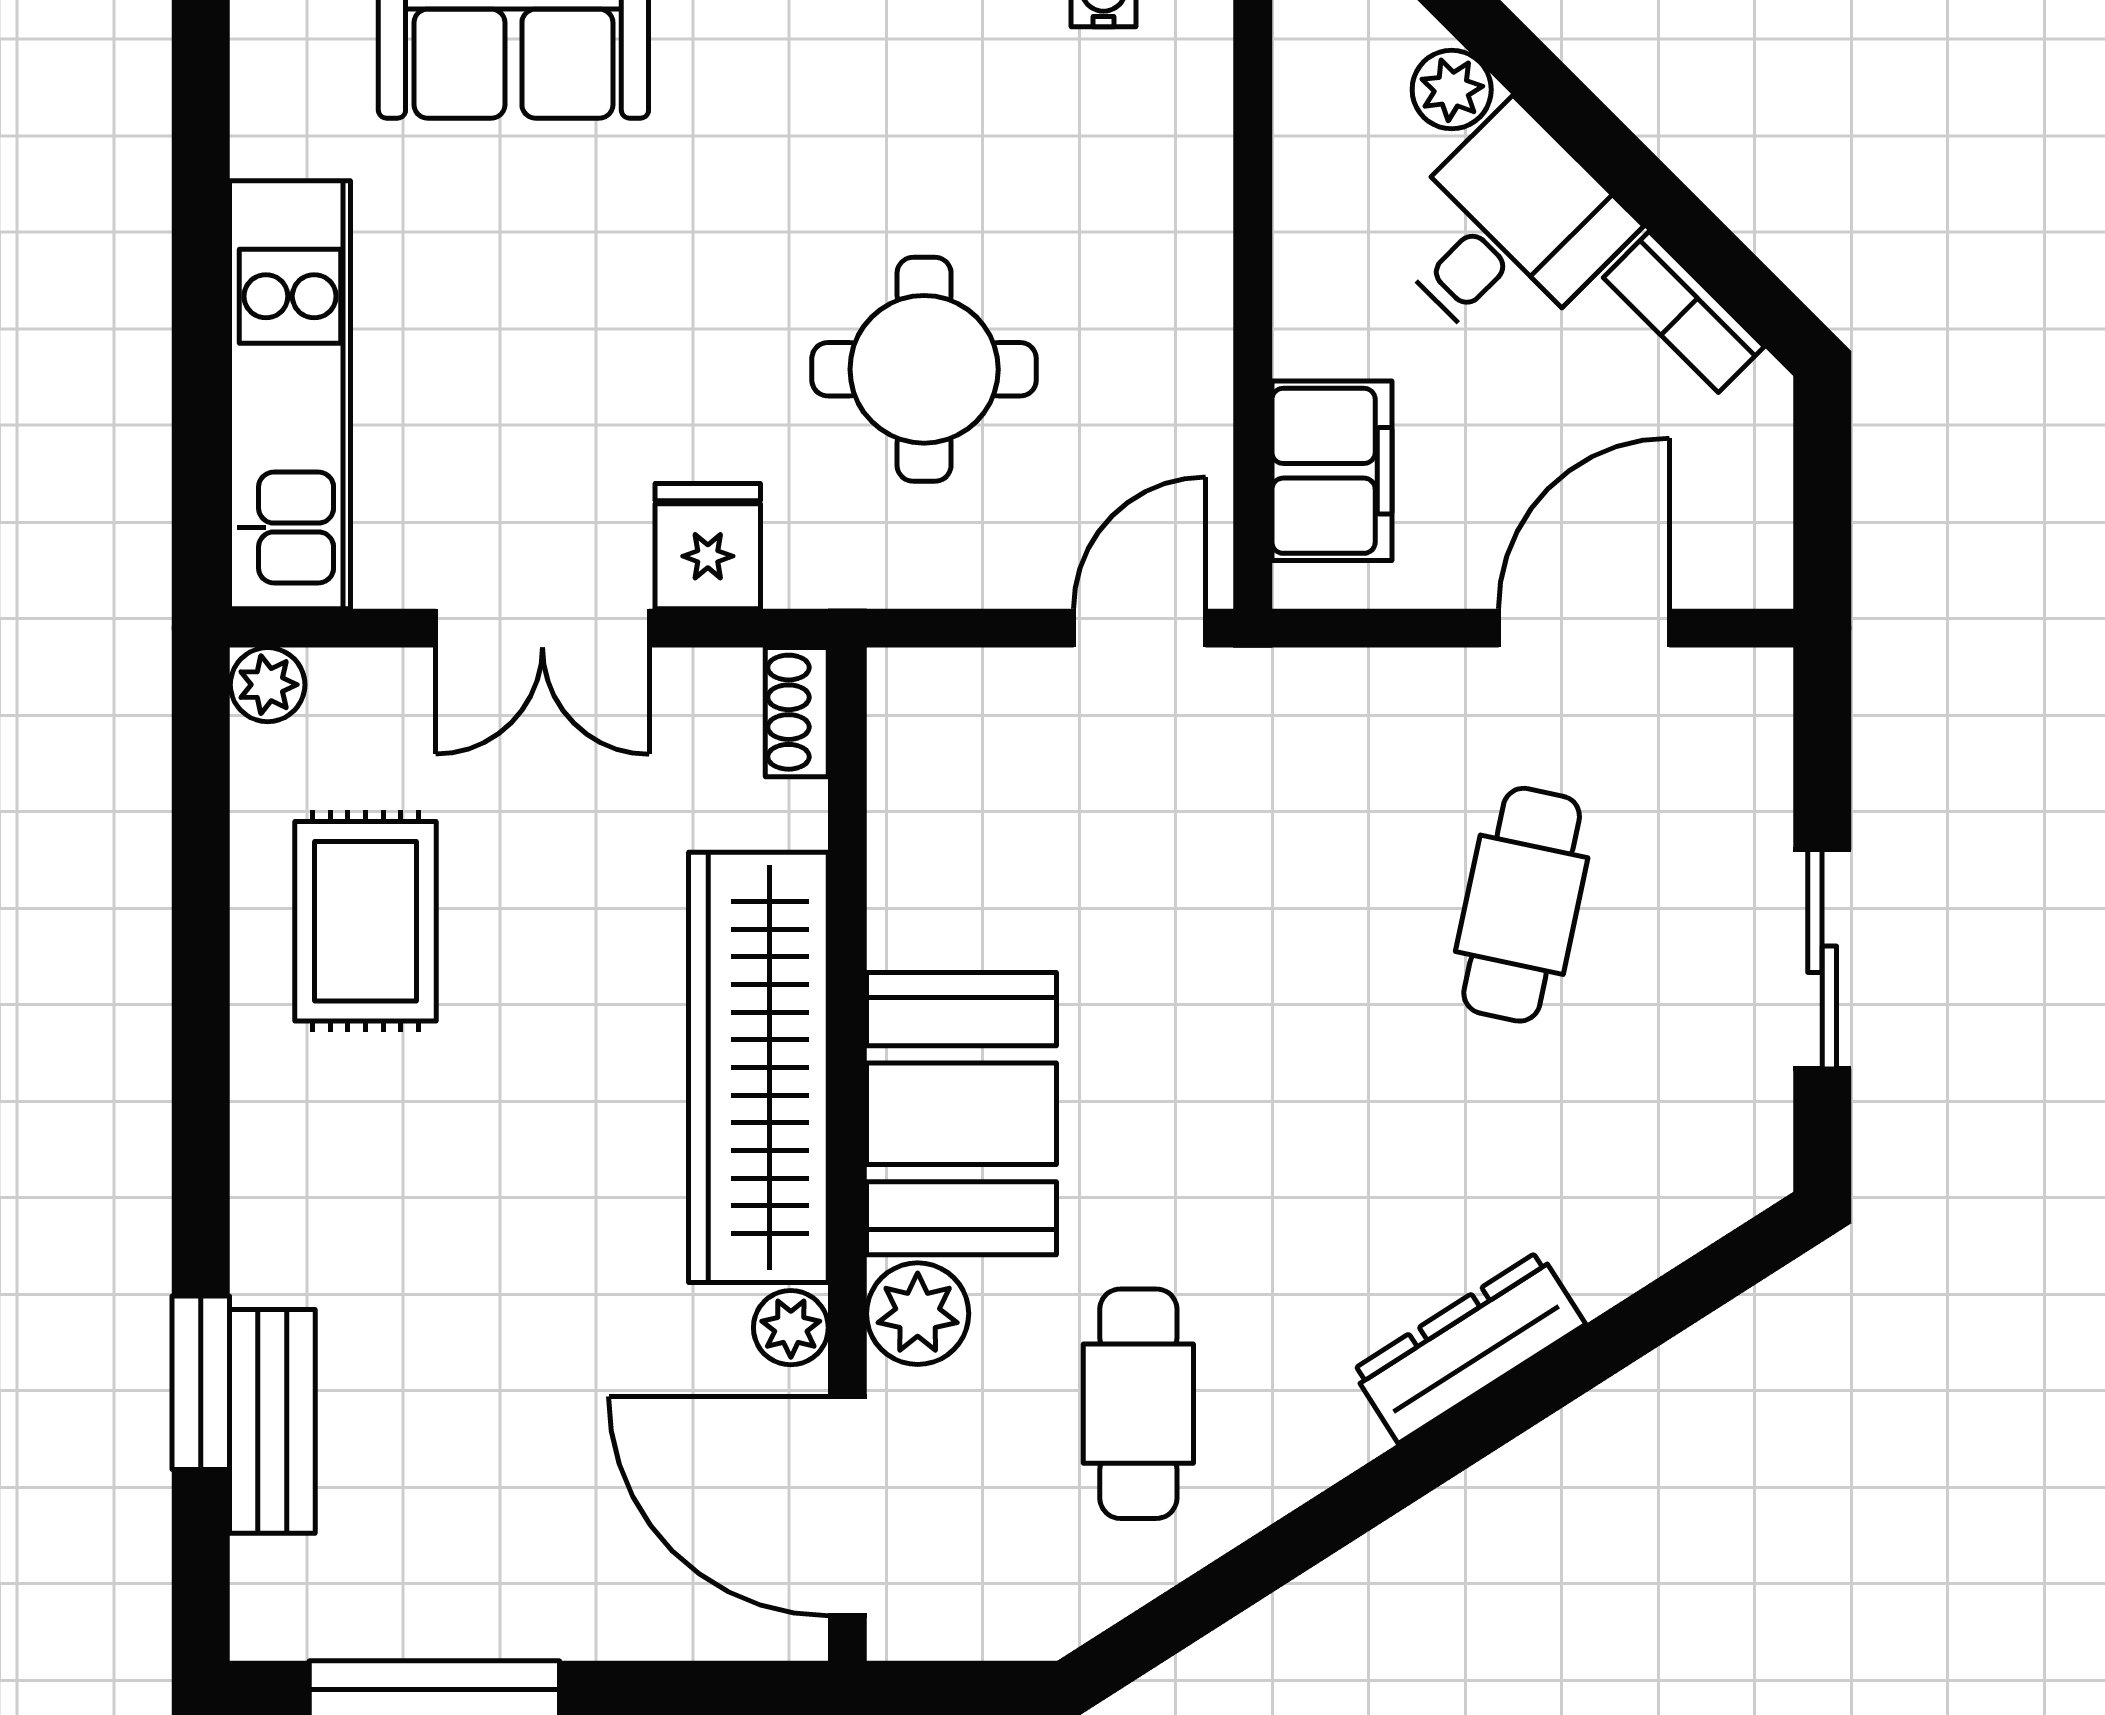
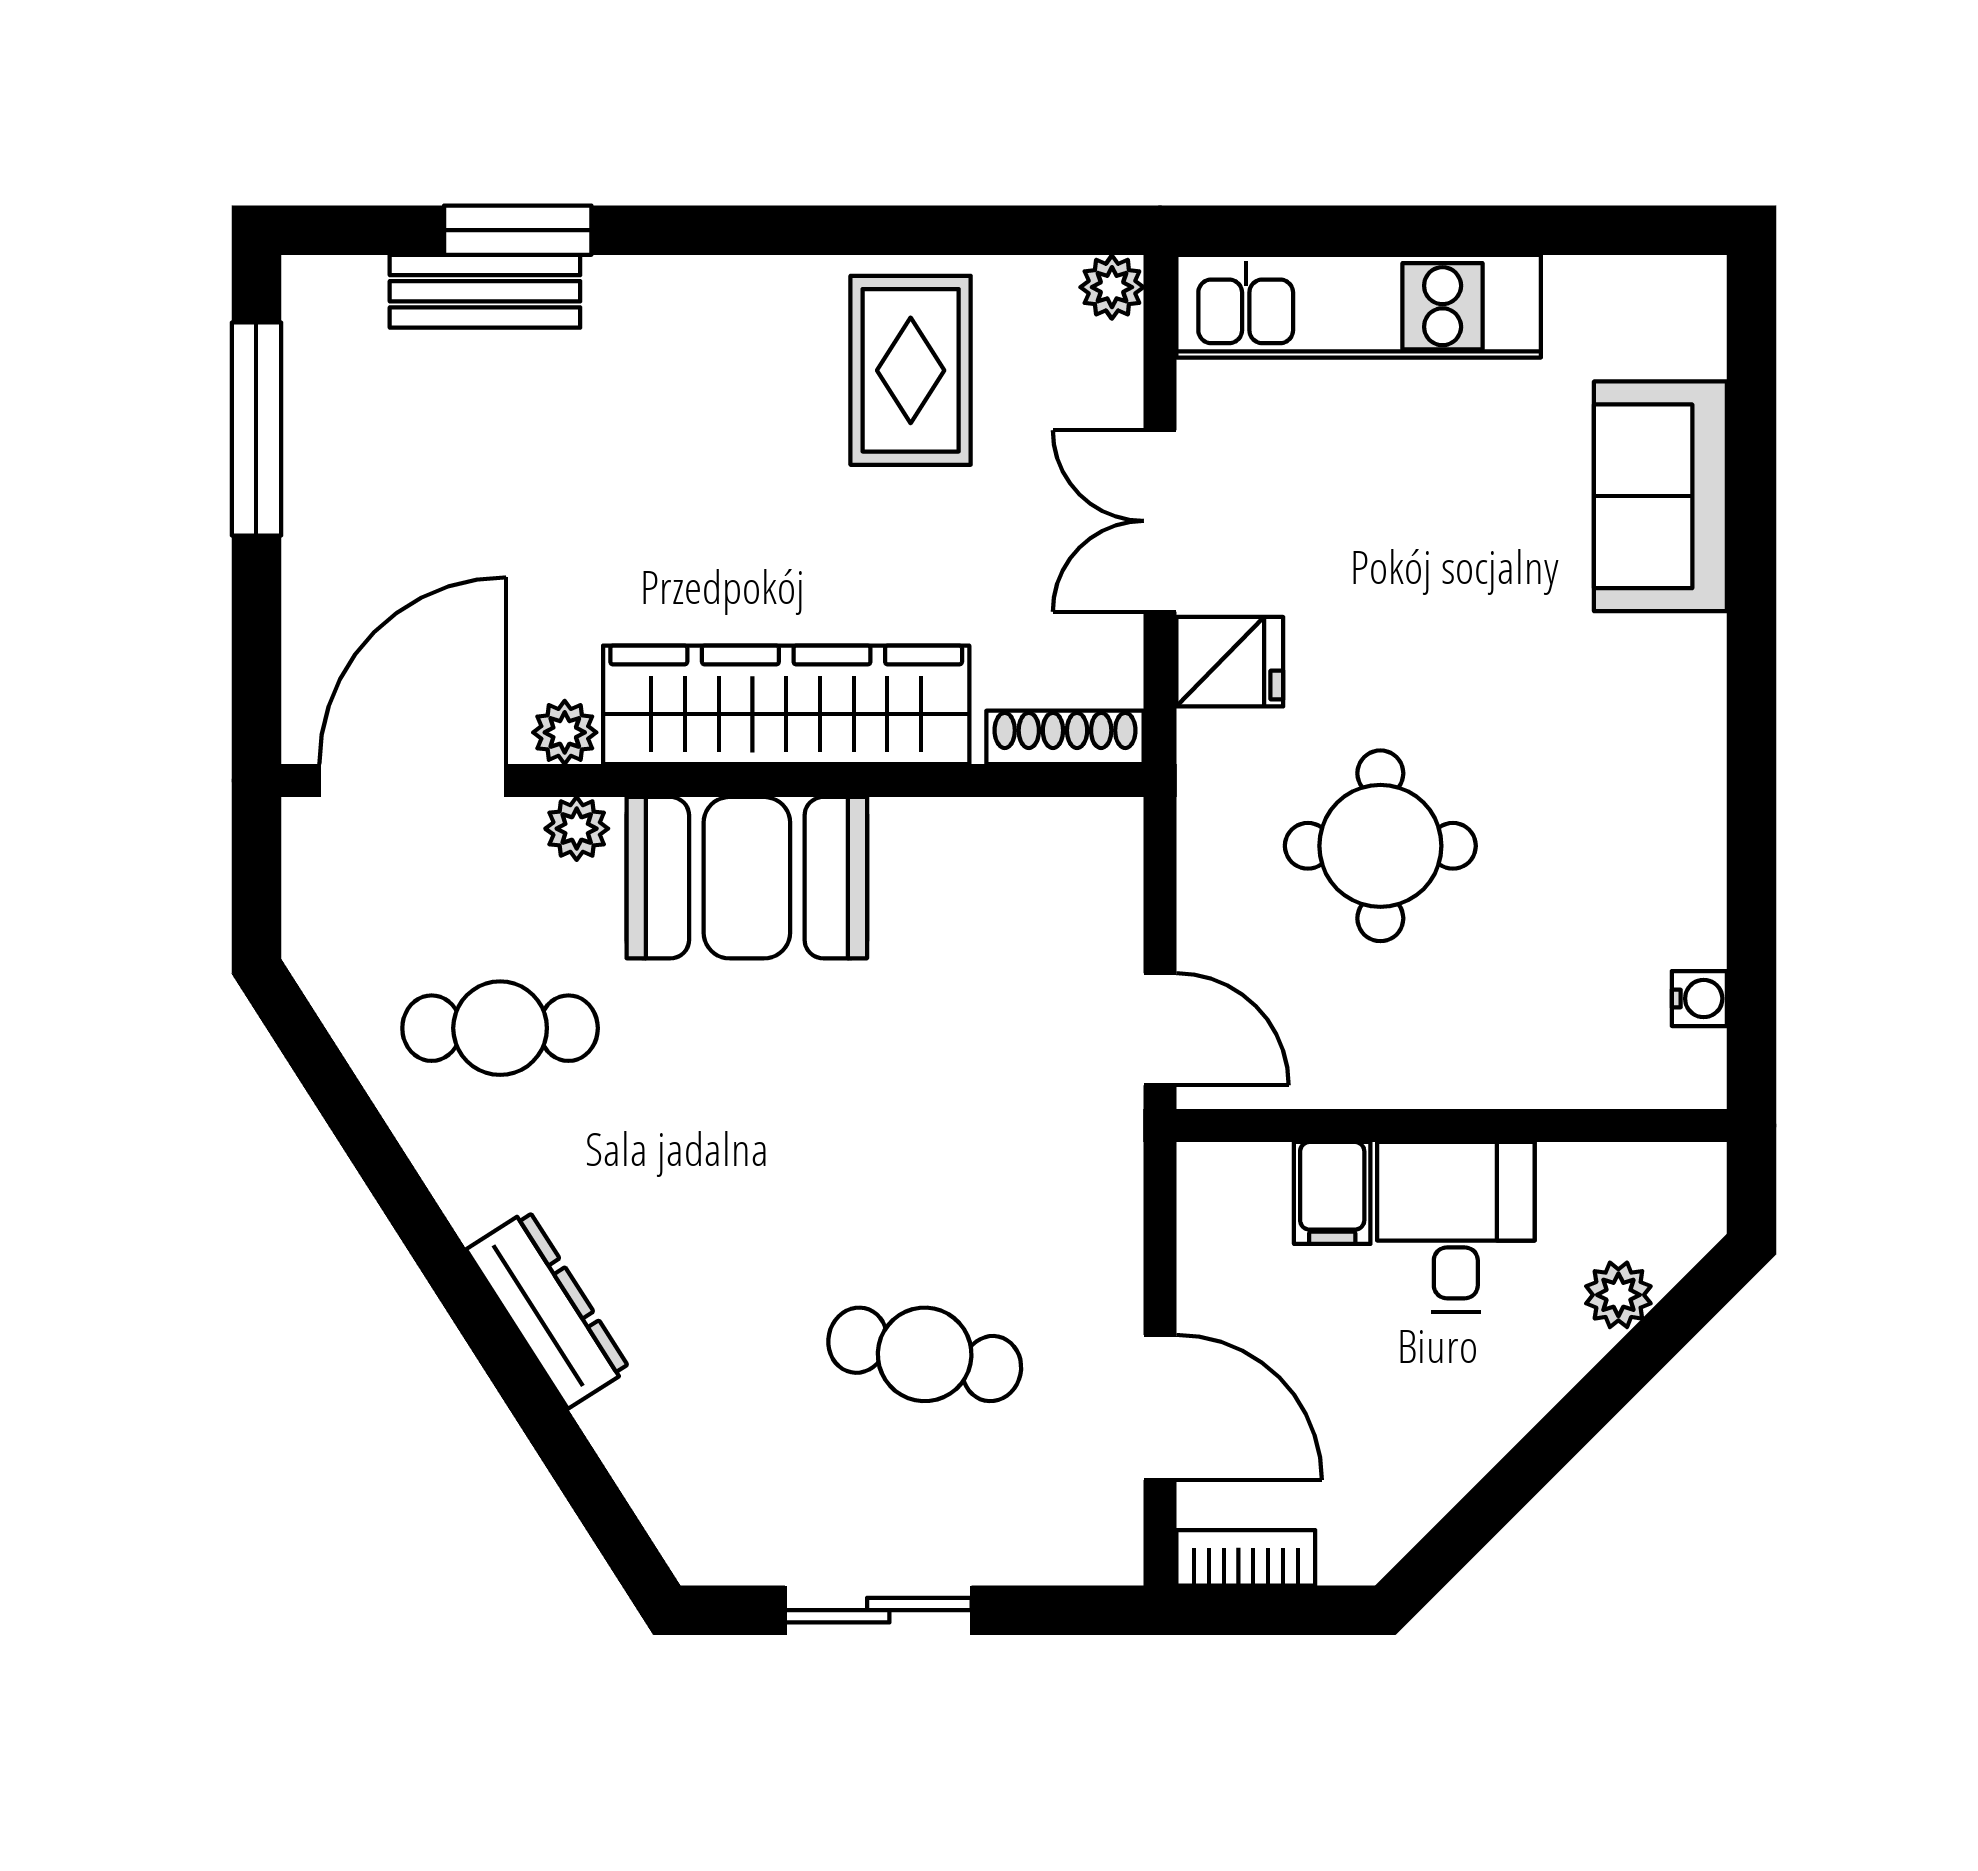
desk: (1508, 231) -> (1456, 1227), moved, turned -135
bookcase: (1684, 312) -> (1246, 1558), moved, turned 45
filing cabinet: (1332, 471) -> (1332, 1193), width x0.50
shoe rack: (797, 712) -> (1065, 737), width x1.43
rug: (365, 921) -> (911, 370), turned 90
plant: (918, 1314) -> (577, 829), width x0.73, depth x0.73

